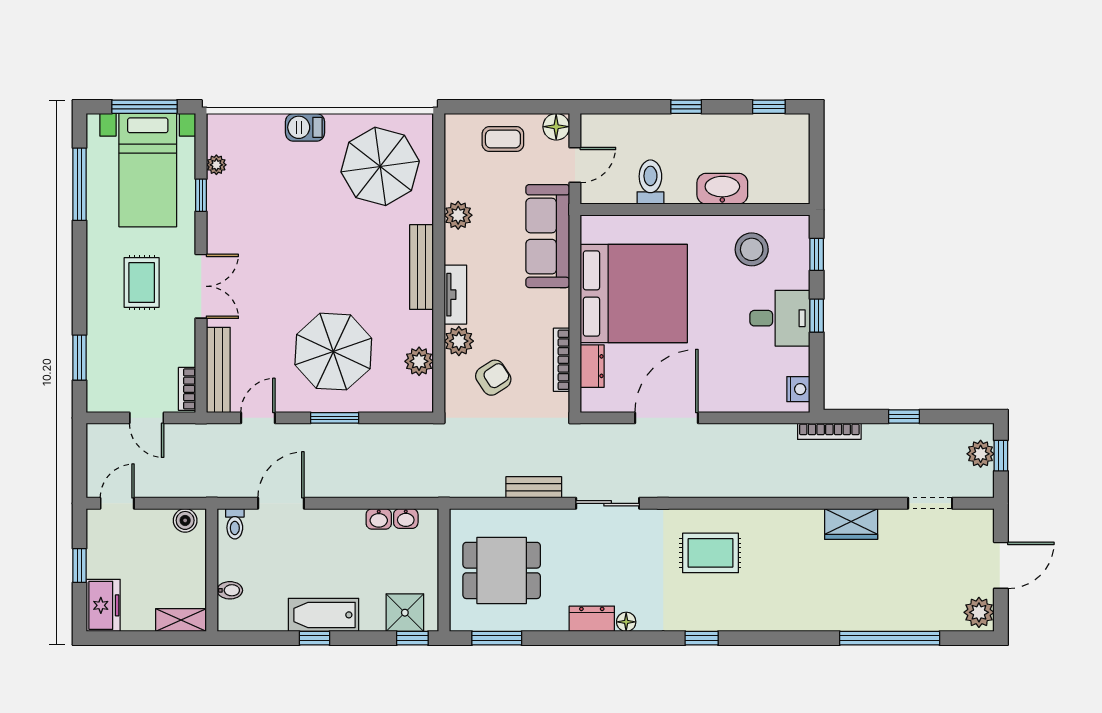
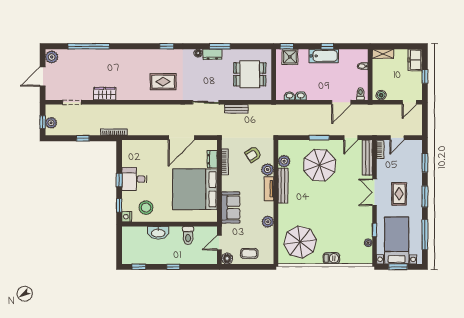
window: (144, 107) -> (398, 267), width x0.69
sofa: (548, 236) -> (231, 207), width x0.73
bench: (422, 267) -> (283, 186), moved
window: (80, 276) -> (425, 197), added
nightstand: (798, 389) -> (127, 217), moved
door: (147, 418) -> (397, 138), swing flipped
window: (497, 638) -> (220, 46), moved

